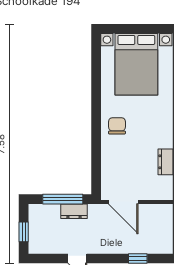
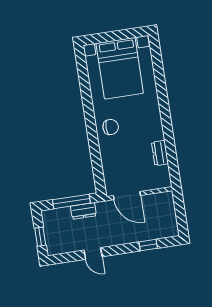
chair: (117, 126) -> (111, 127), turned 90

